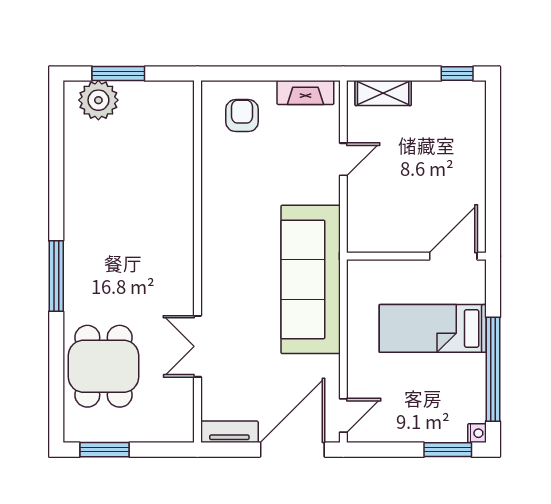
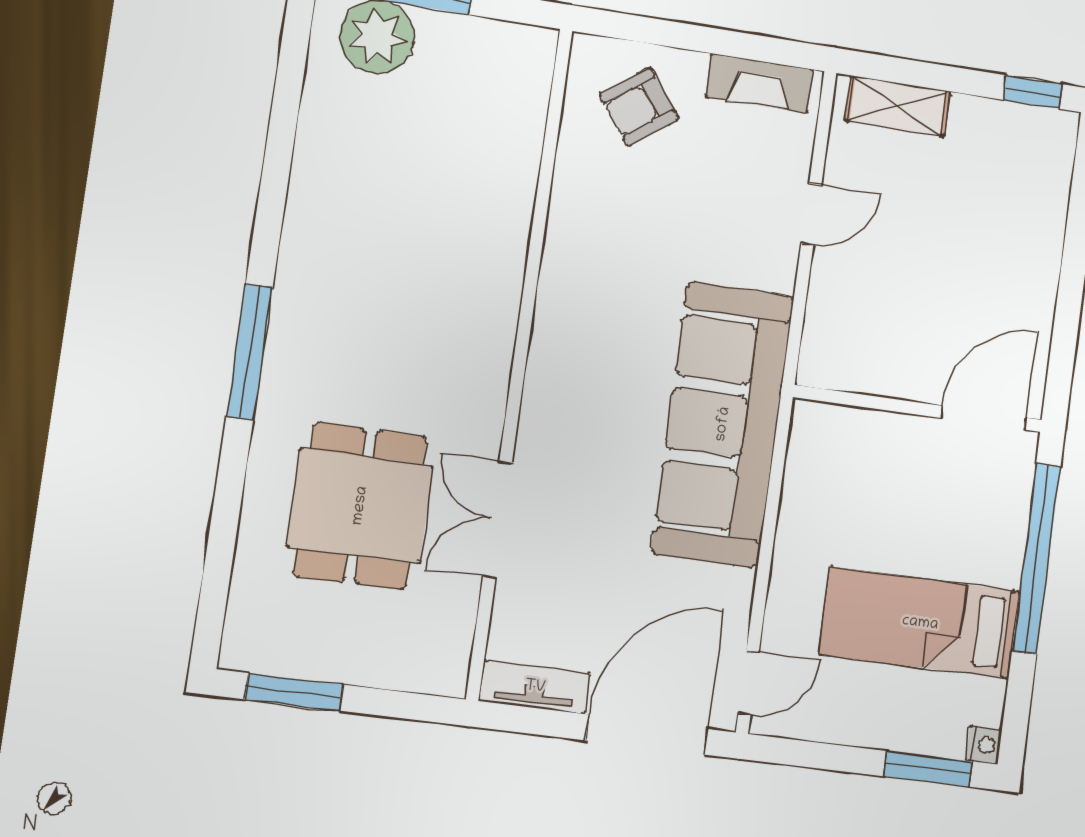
armchair: (242, 116) -> (639, 107), turned -127
bed: (433, 328) -> (920, 623), moved
dining table: (104, 366) -> (360, 506), moved
window: (493, 369) -> (1036, 558), moved

